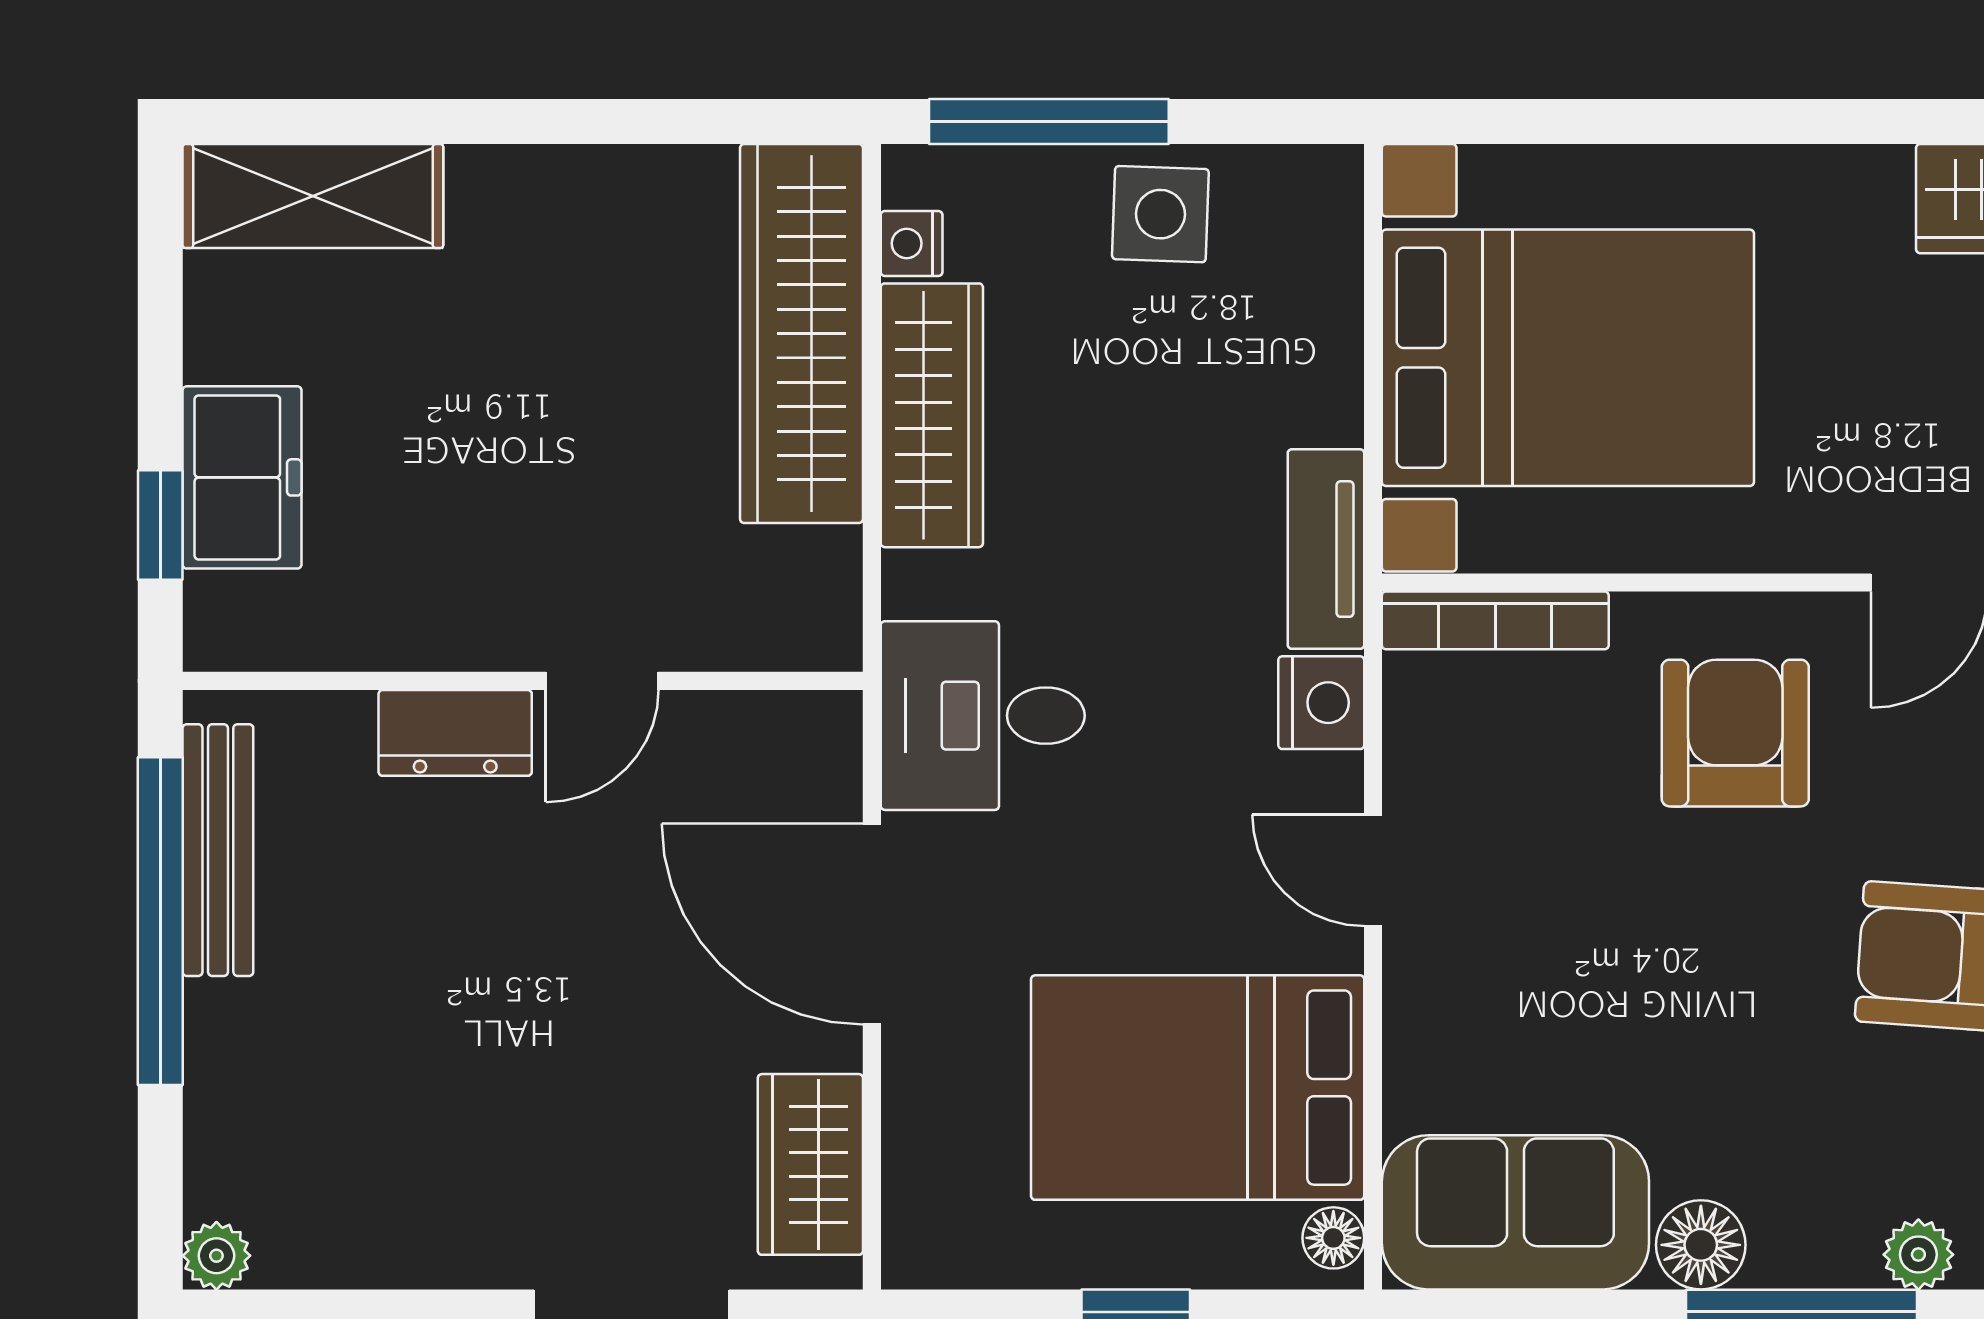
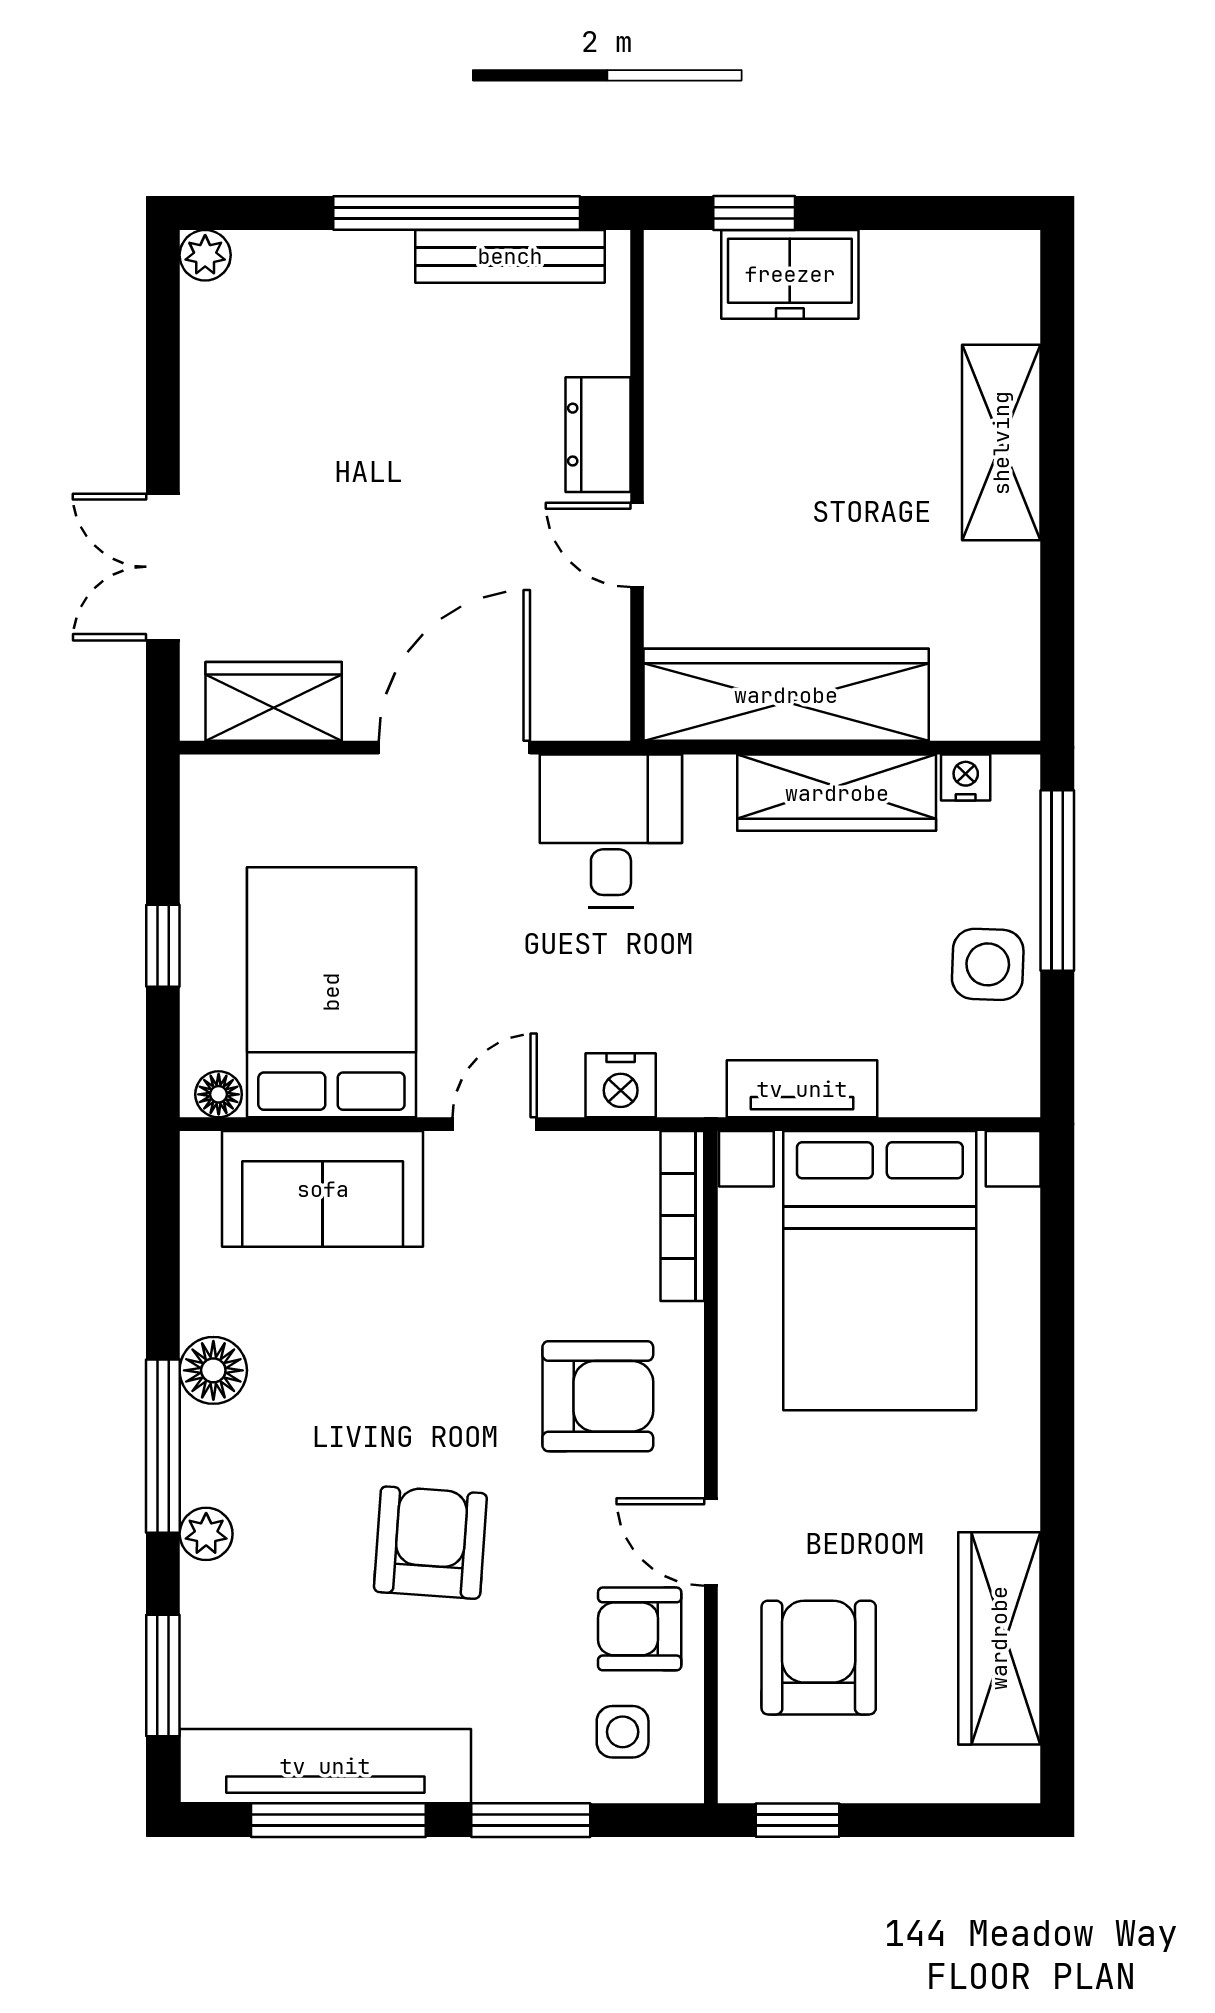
shelving: (313, 196) -> (1001, 443), moved
wardrobe: (801, 334) -> (786, 695), moved
tv unit: (1326, 549) -> (802, 1089), moved
sofa: (1515, 1212) -> (323, 1189), moved, turned 90

